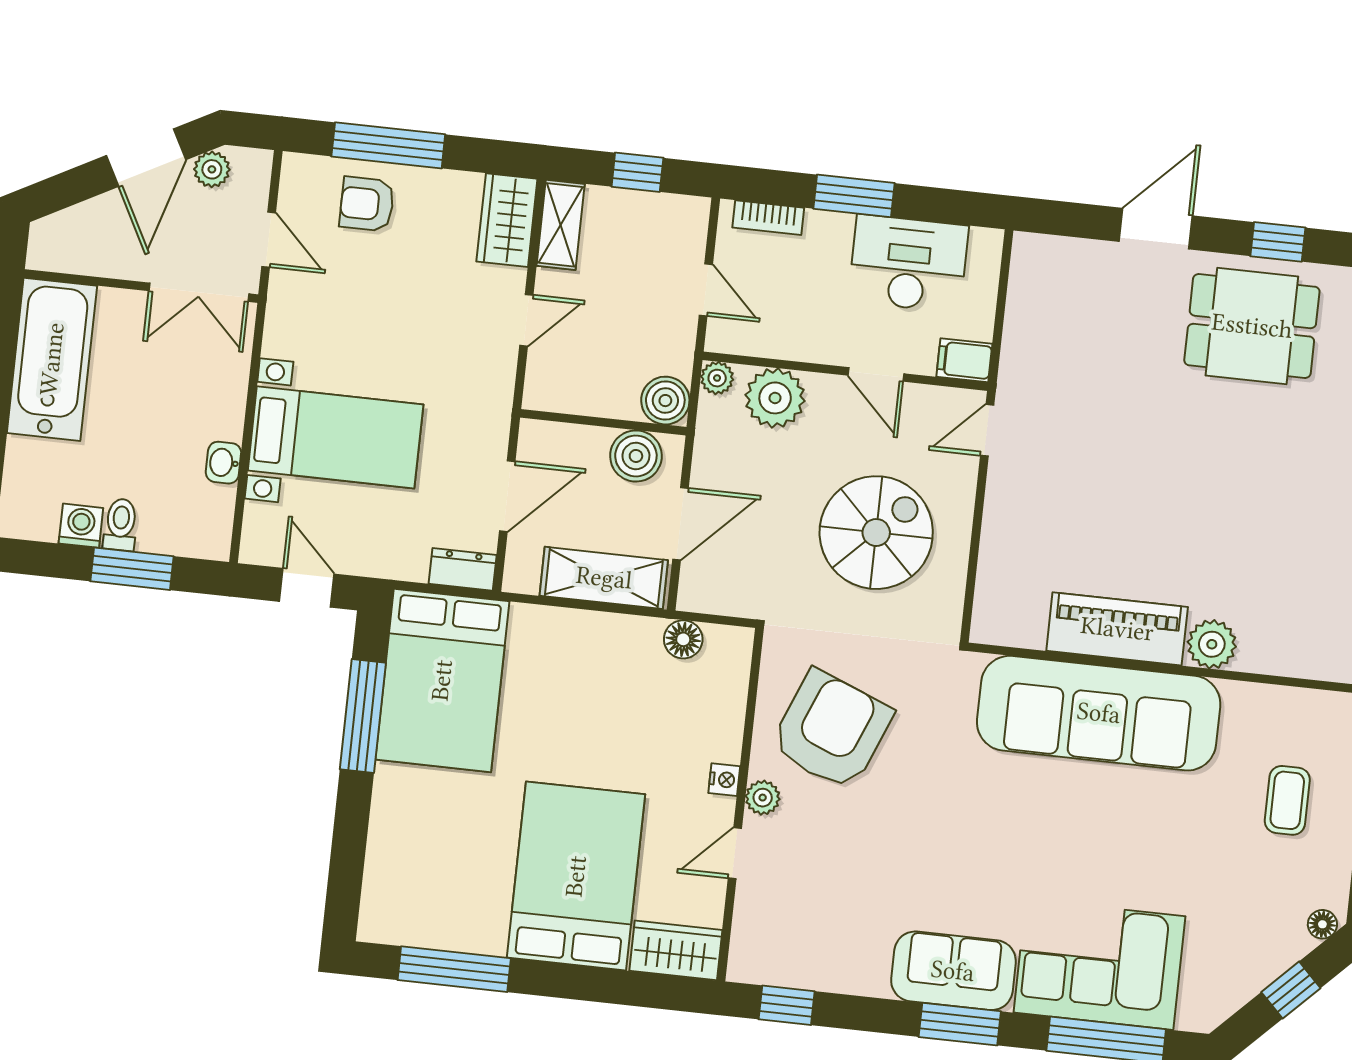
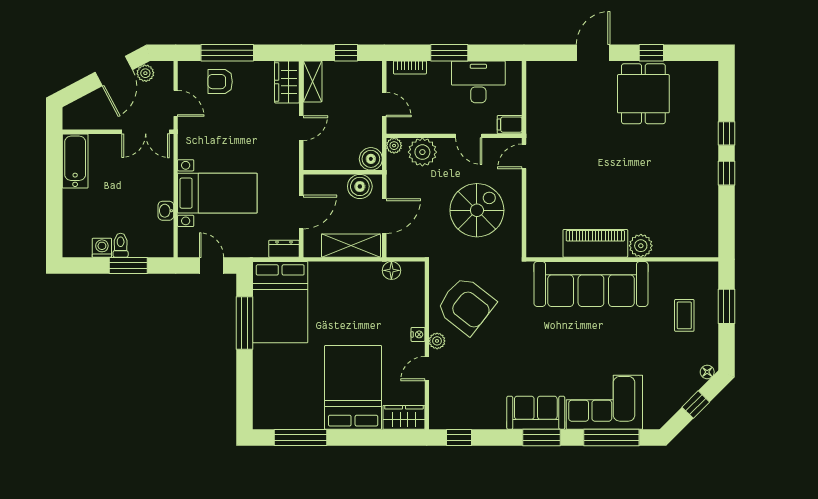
dining table: (1252, 326) -> (643, 94), turned 90
bathtub: (52, 359) -> (75, 161), width x0.73, depth x0.73
armchair: (831, 730) -> (466, 306), turned 106

